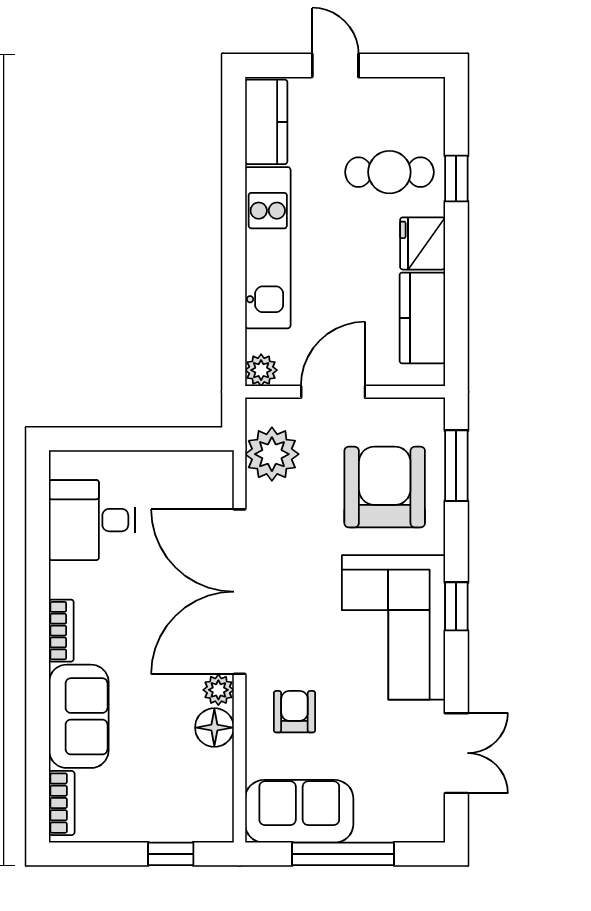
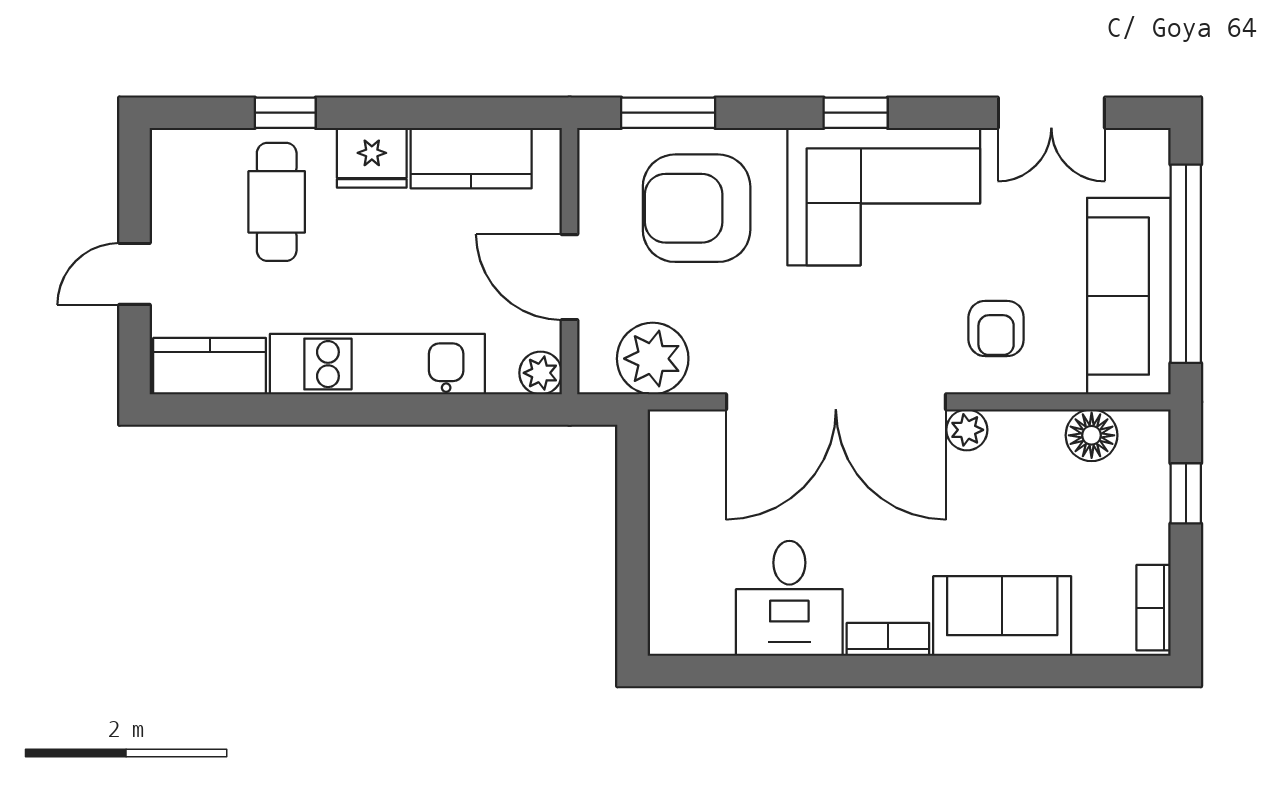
desk: (92, 520) -> (789, 598), moved
armchair: (294, 712) -> (996, 328), turned -90
floor lamp: (214, 728) -> (1092, 435), moved
double door: (456, 753) -> (1051, 113), swing flipped
bookcase: (62, 803) -> (1154, 608), moved, turned -90
sofa: (299, 811) -> (1129, 296), width x1.36
window: (343, 854) -> (1186, 264), width x1.46

